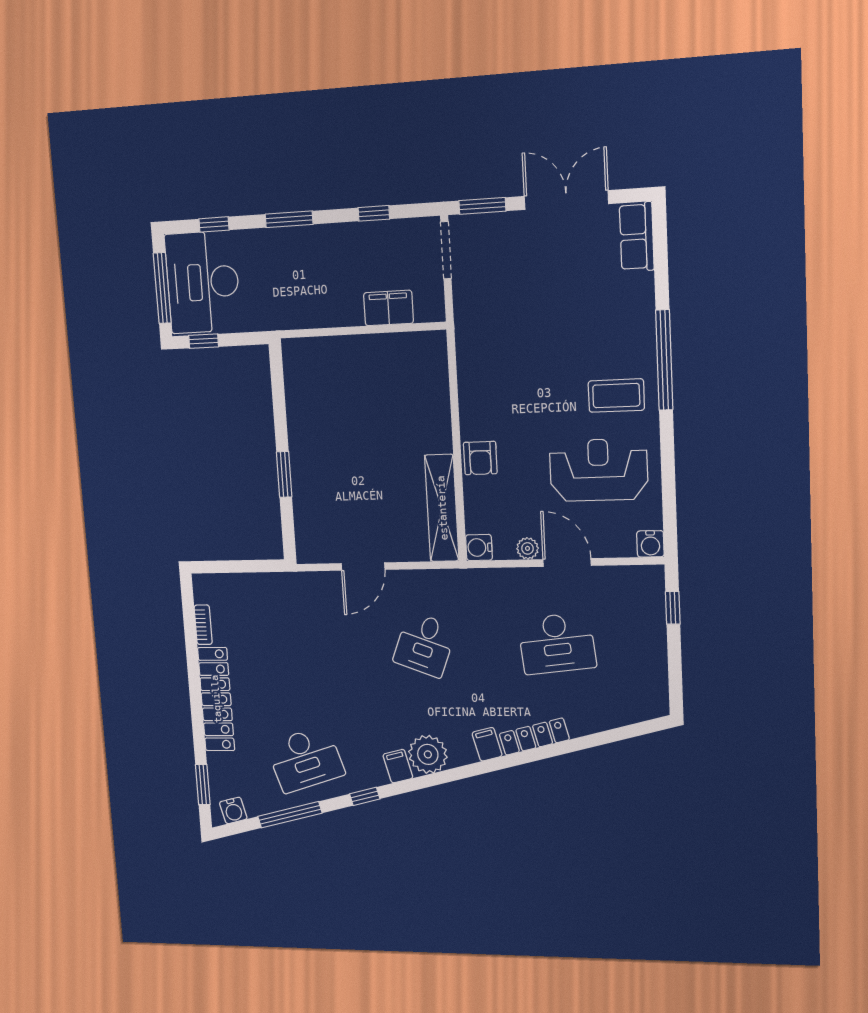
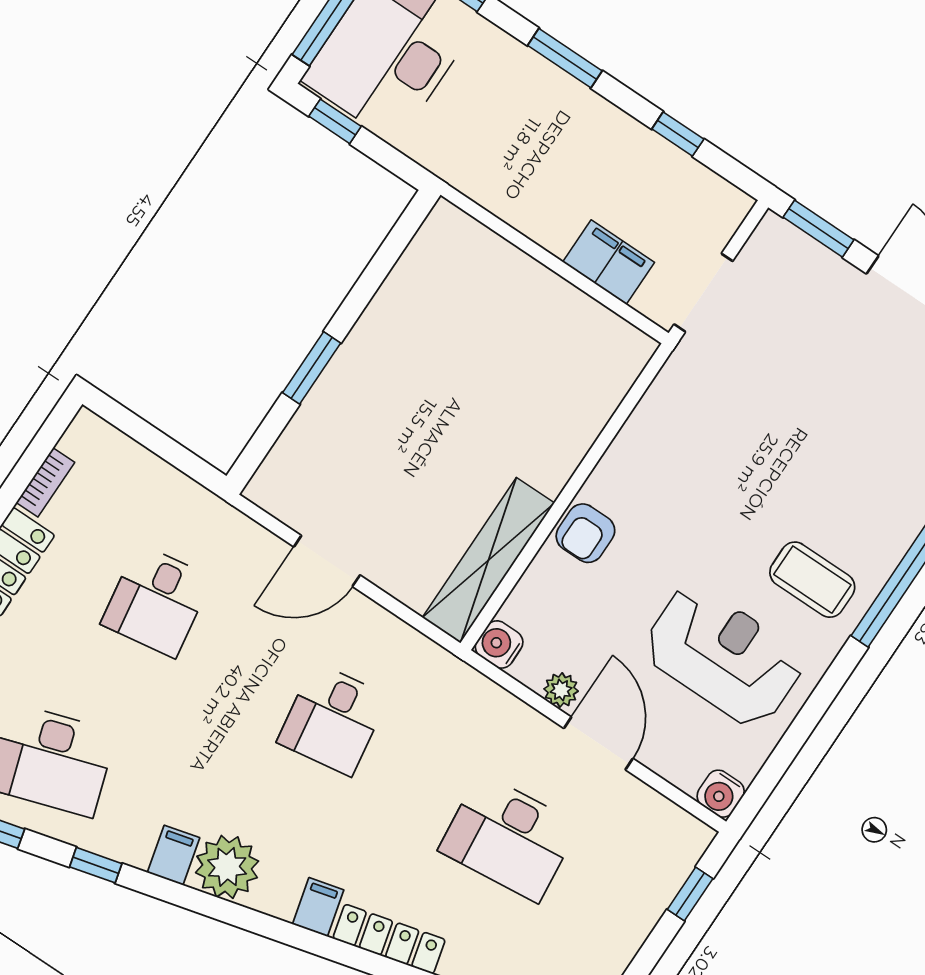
doorway: (446, 250) -> (703, 293), moved
desk: (425, 644) -> (333, 719), turned -30
desk: (297, 645) -> (157, 601), added

